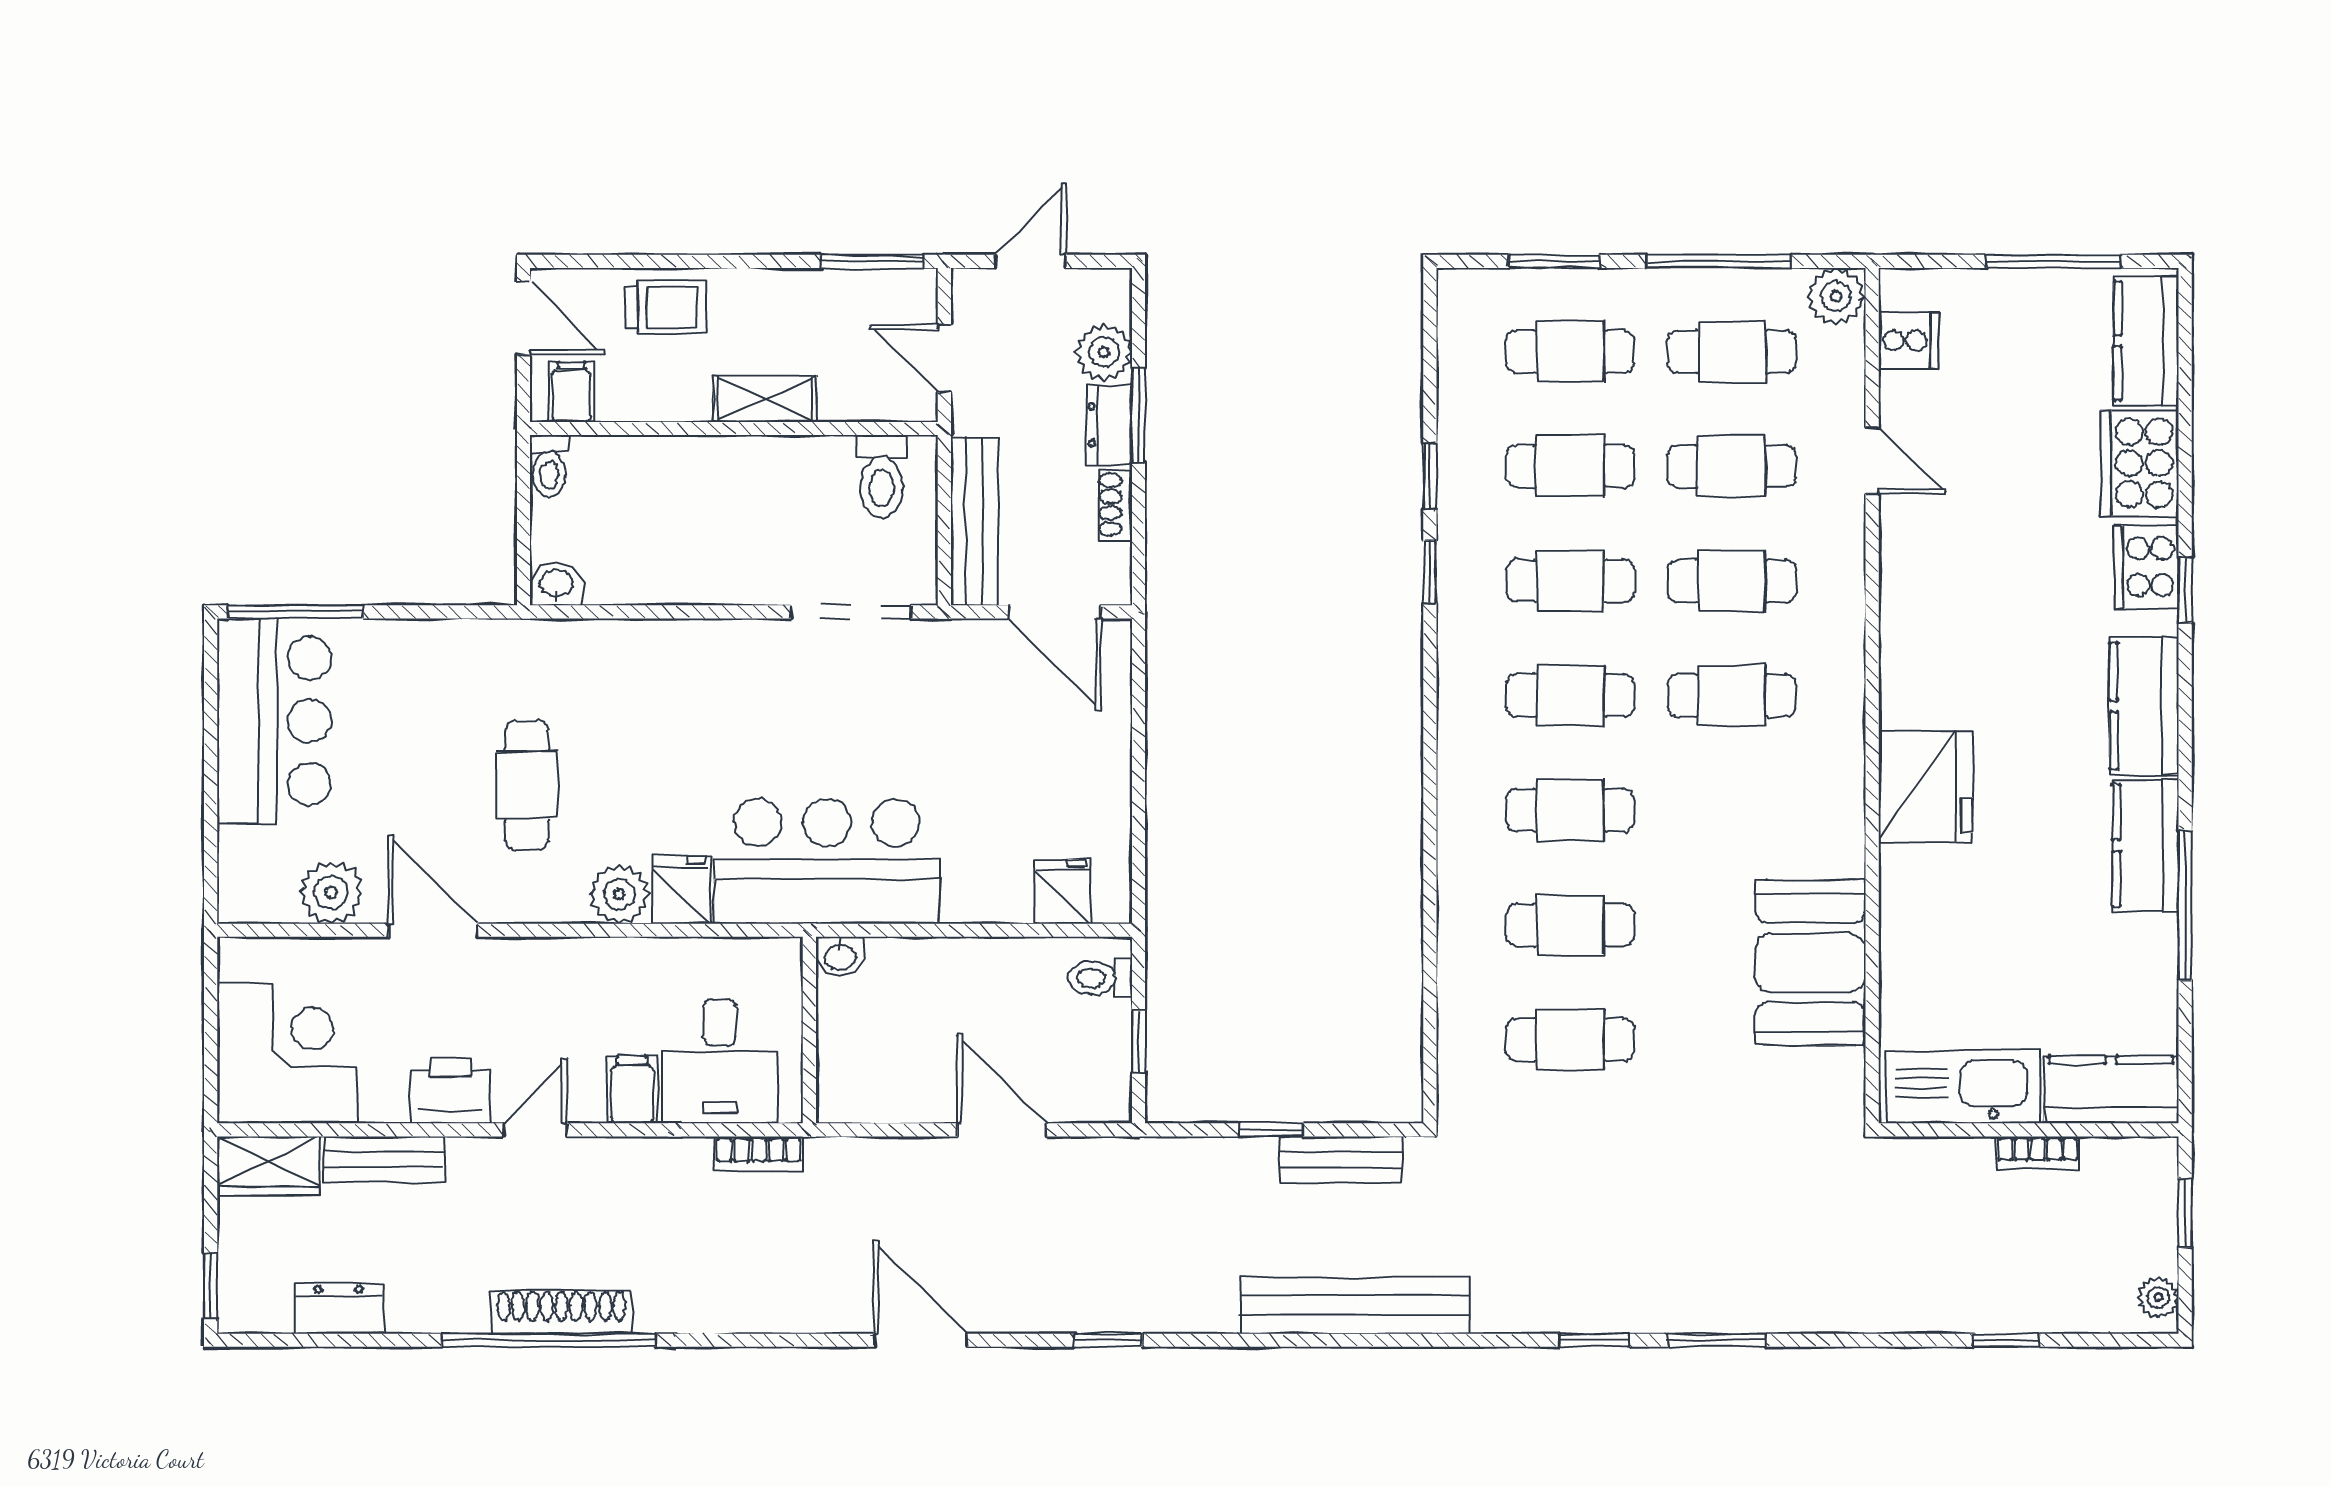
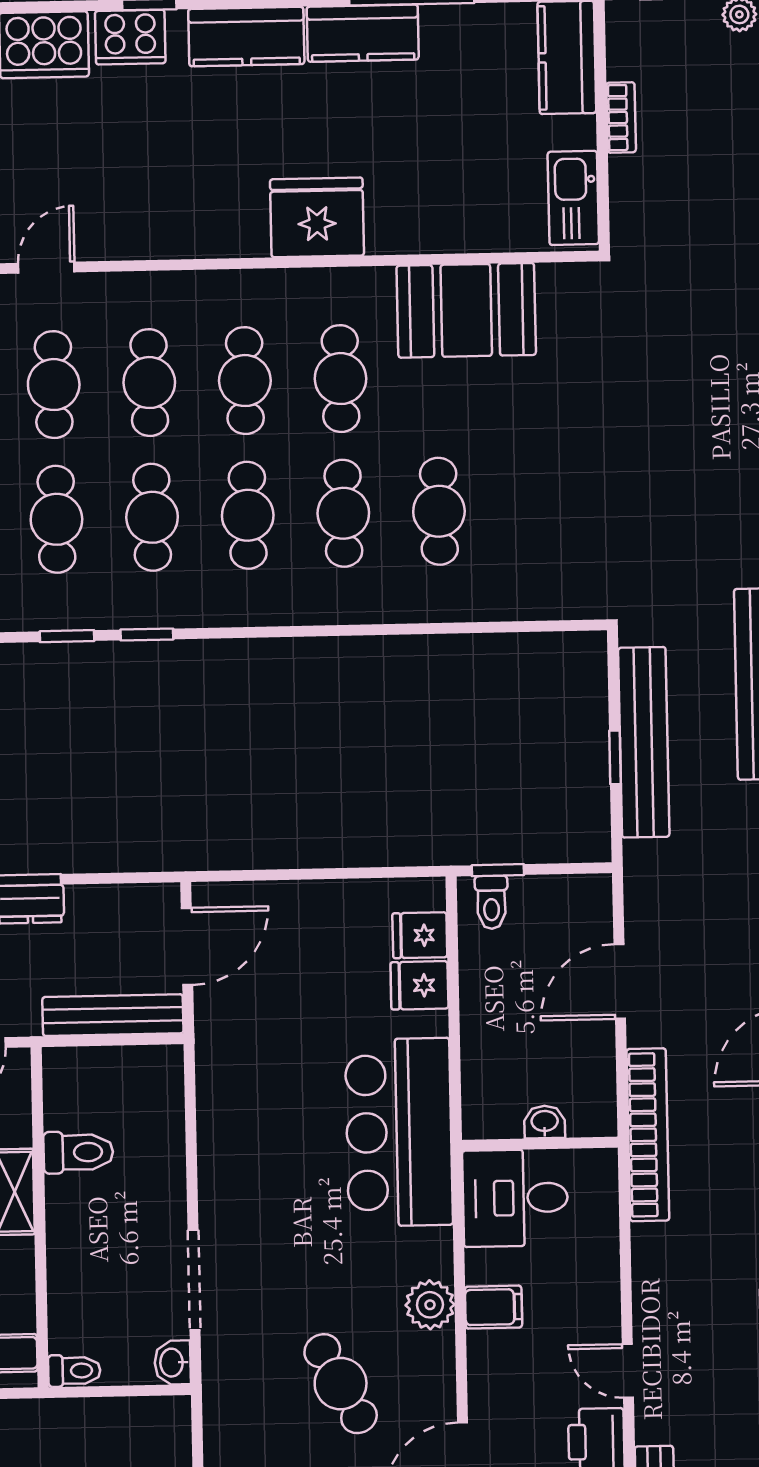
toilet: (882, 476) -> (78, 1152), moved
shoe rack: (1115, 505) -> (97, 898), removed
doorway: (851, 612) -> (194, 1280), moved
cafe table: (527, 785) -> (341, 1384), turned 62
fridge: (682, 890) -> (419, 985), moved
washbasin: (840, 956) -> (545, 1122), moved, turned -90
cafe table: (1570, 1040) -> (341, 379), moved
window: (1139, 1041) -> (498, 870), moved
desk: (720, 1061) -> (515, 1198), moved, turned 180
kitchen sink: (1963, 1087) -> (573, 198), width x0.73, depth x0.81
filing cabinet: (632, 1090) -> (494, 1307), moved, turned 180
bookcase: (759, 1154) -> (648, 1135), width x2.31, depth x1.31
bench: (1341, 1160) -> (644, 742), width x1.86, depth x1.21

